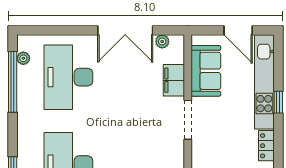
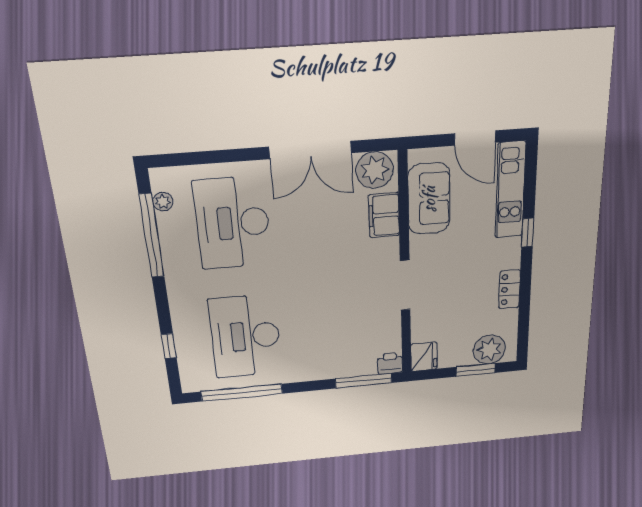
plant: (162, 41) -> (375, 170), width x1.88, depth x1.88
kitchen unit: (264, 82) -> (510, 190), width x0.73
doorway: (188, 120) -> (405, 285), moved

